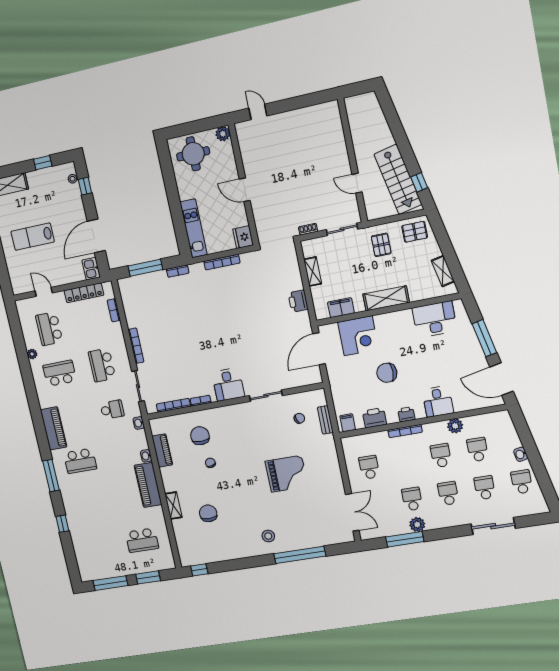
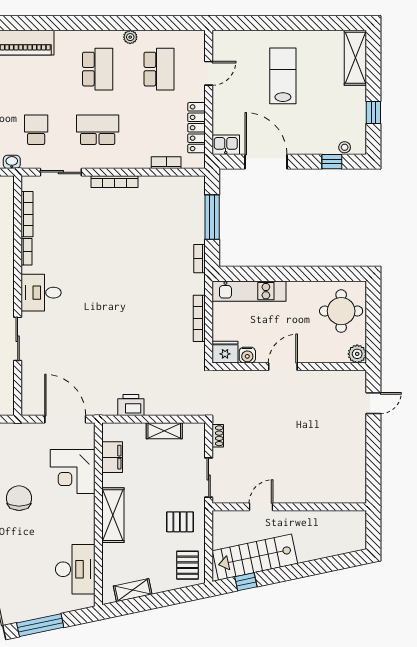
water cooler: (242, 219) -> (247, 355), added
school desk: (49, 329) -> (159, 69), turned 90
school desk: (112, 410) -> (36, 130), turned 180

